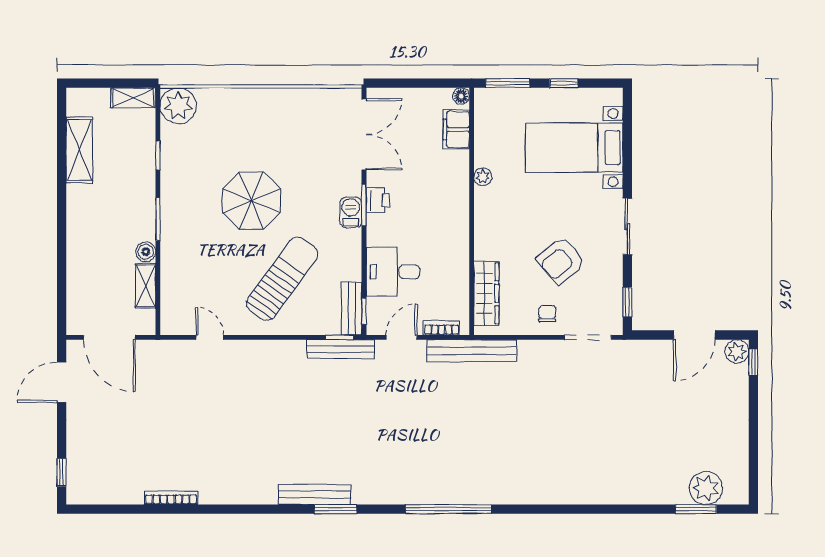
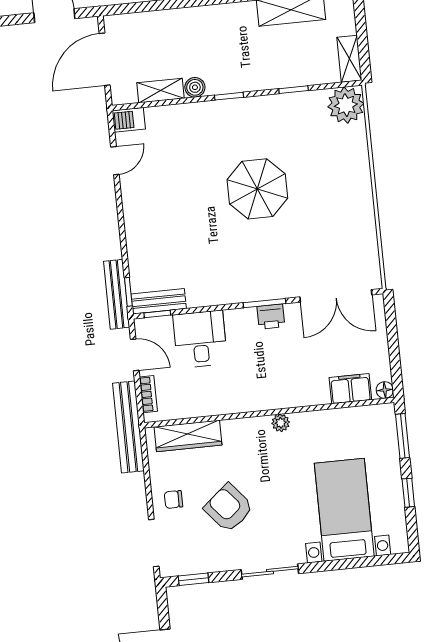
plant: (483, 177) -> (281, 423), moved
barbecue: (351, 212) -> (129, 120), moved, turned 180
window: (158, 219) -> (229, 96), width x0.67
sun lounger: (282, 279) -> (182, 228), removed
chair: (547, 314) -> (173, 499), turned 180

